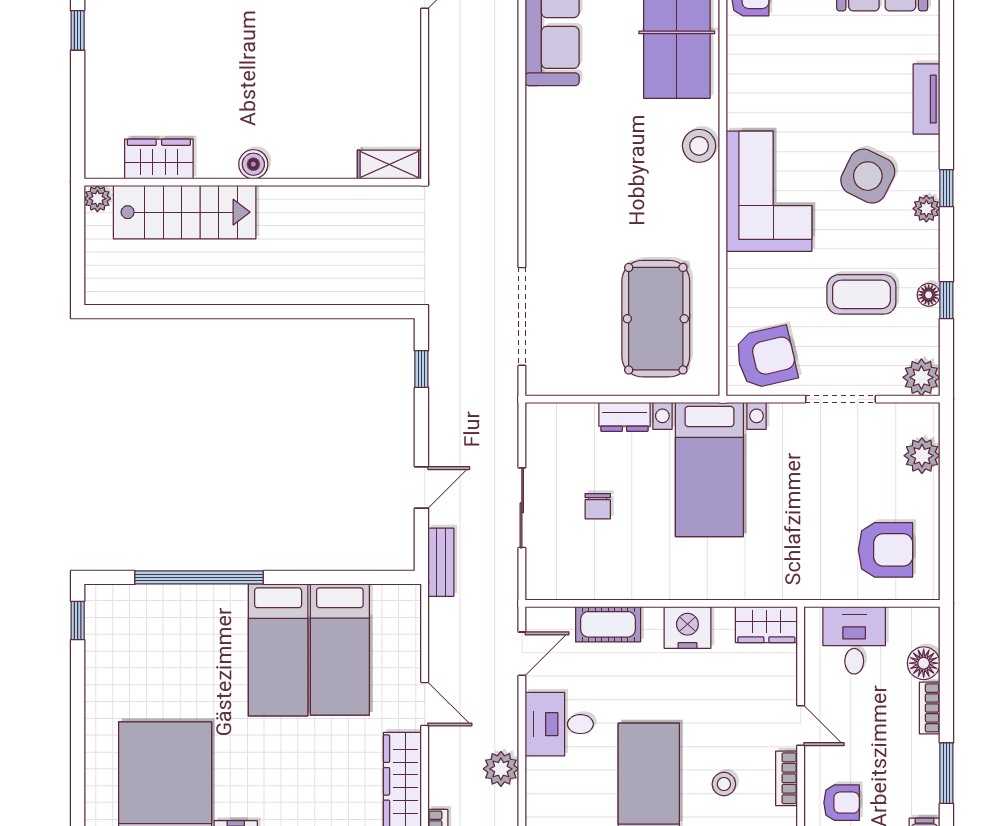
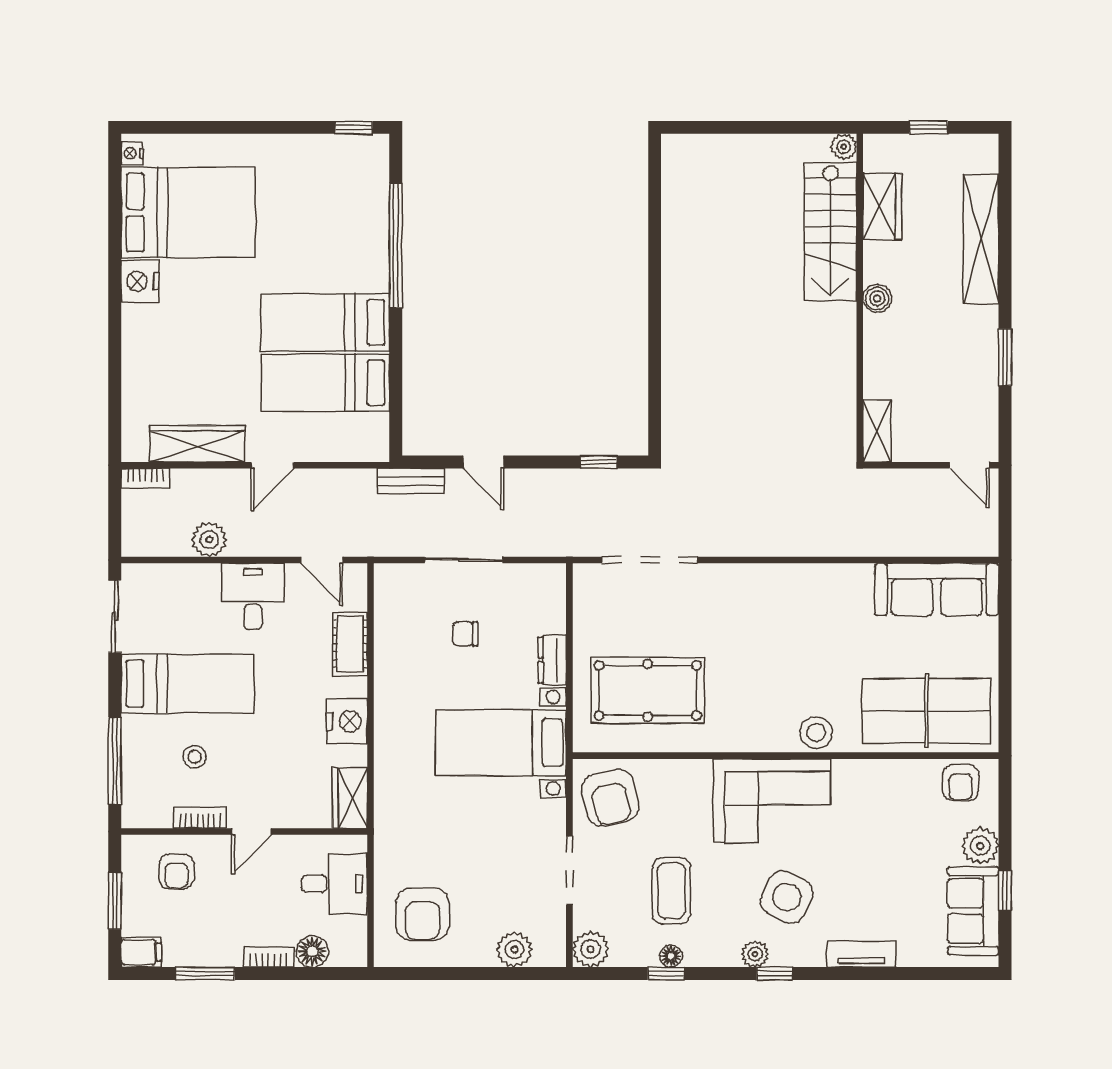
wardrobe: (159, 159) -> (882, 206), moved
boiler: (253, 164) -> (877, 298), moved
shelving: (389, 164) -> (877, 431), moved
wall: (253, 182) -> (860, 298), moved
plant: (97, 199) -> (844, 147), moved
stairs: (185, 212) -> (830, 231), moved

